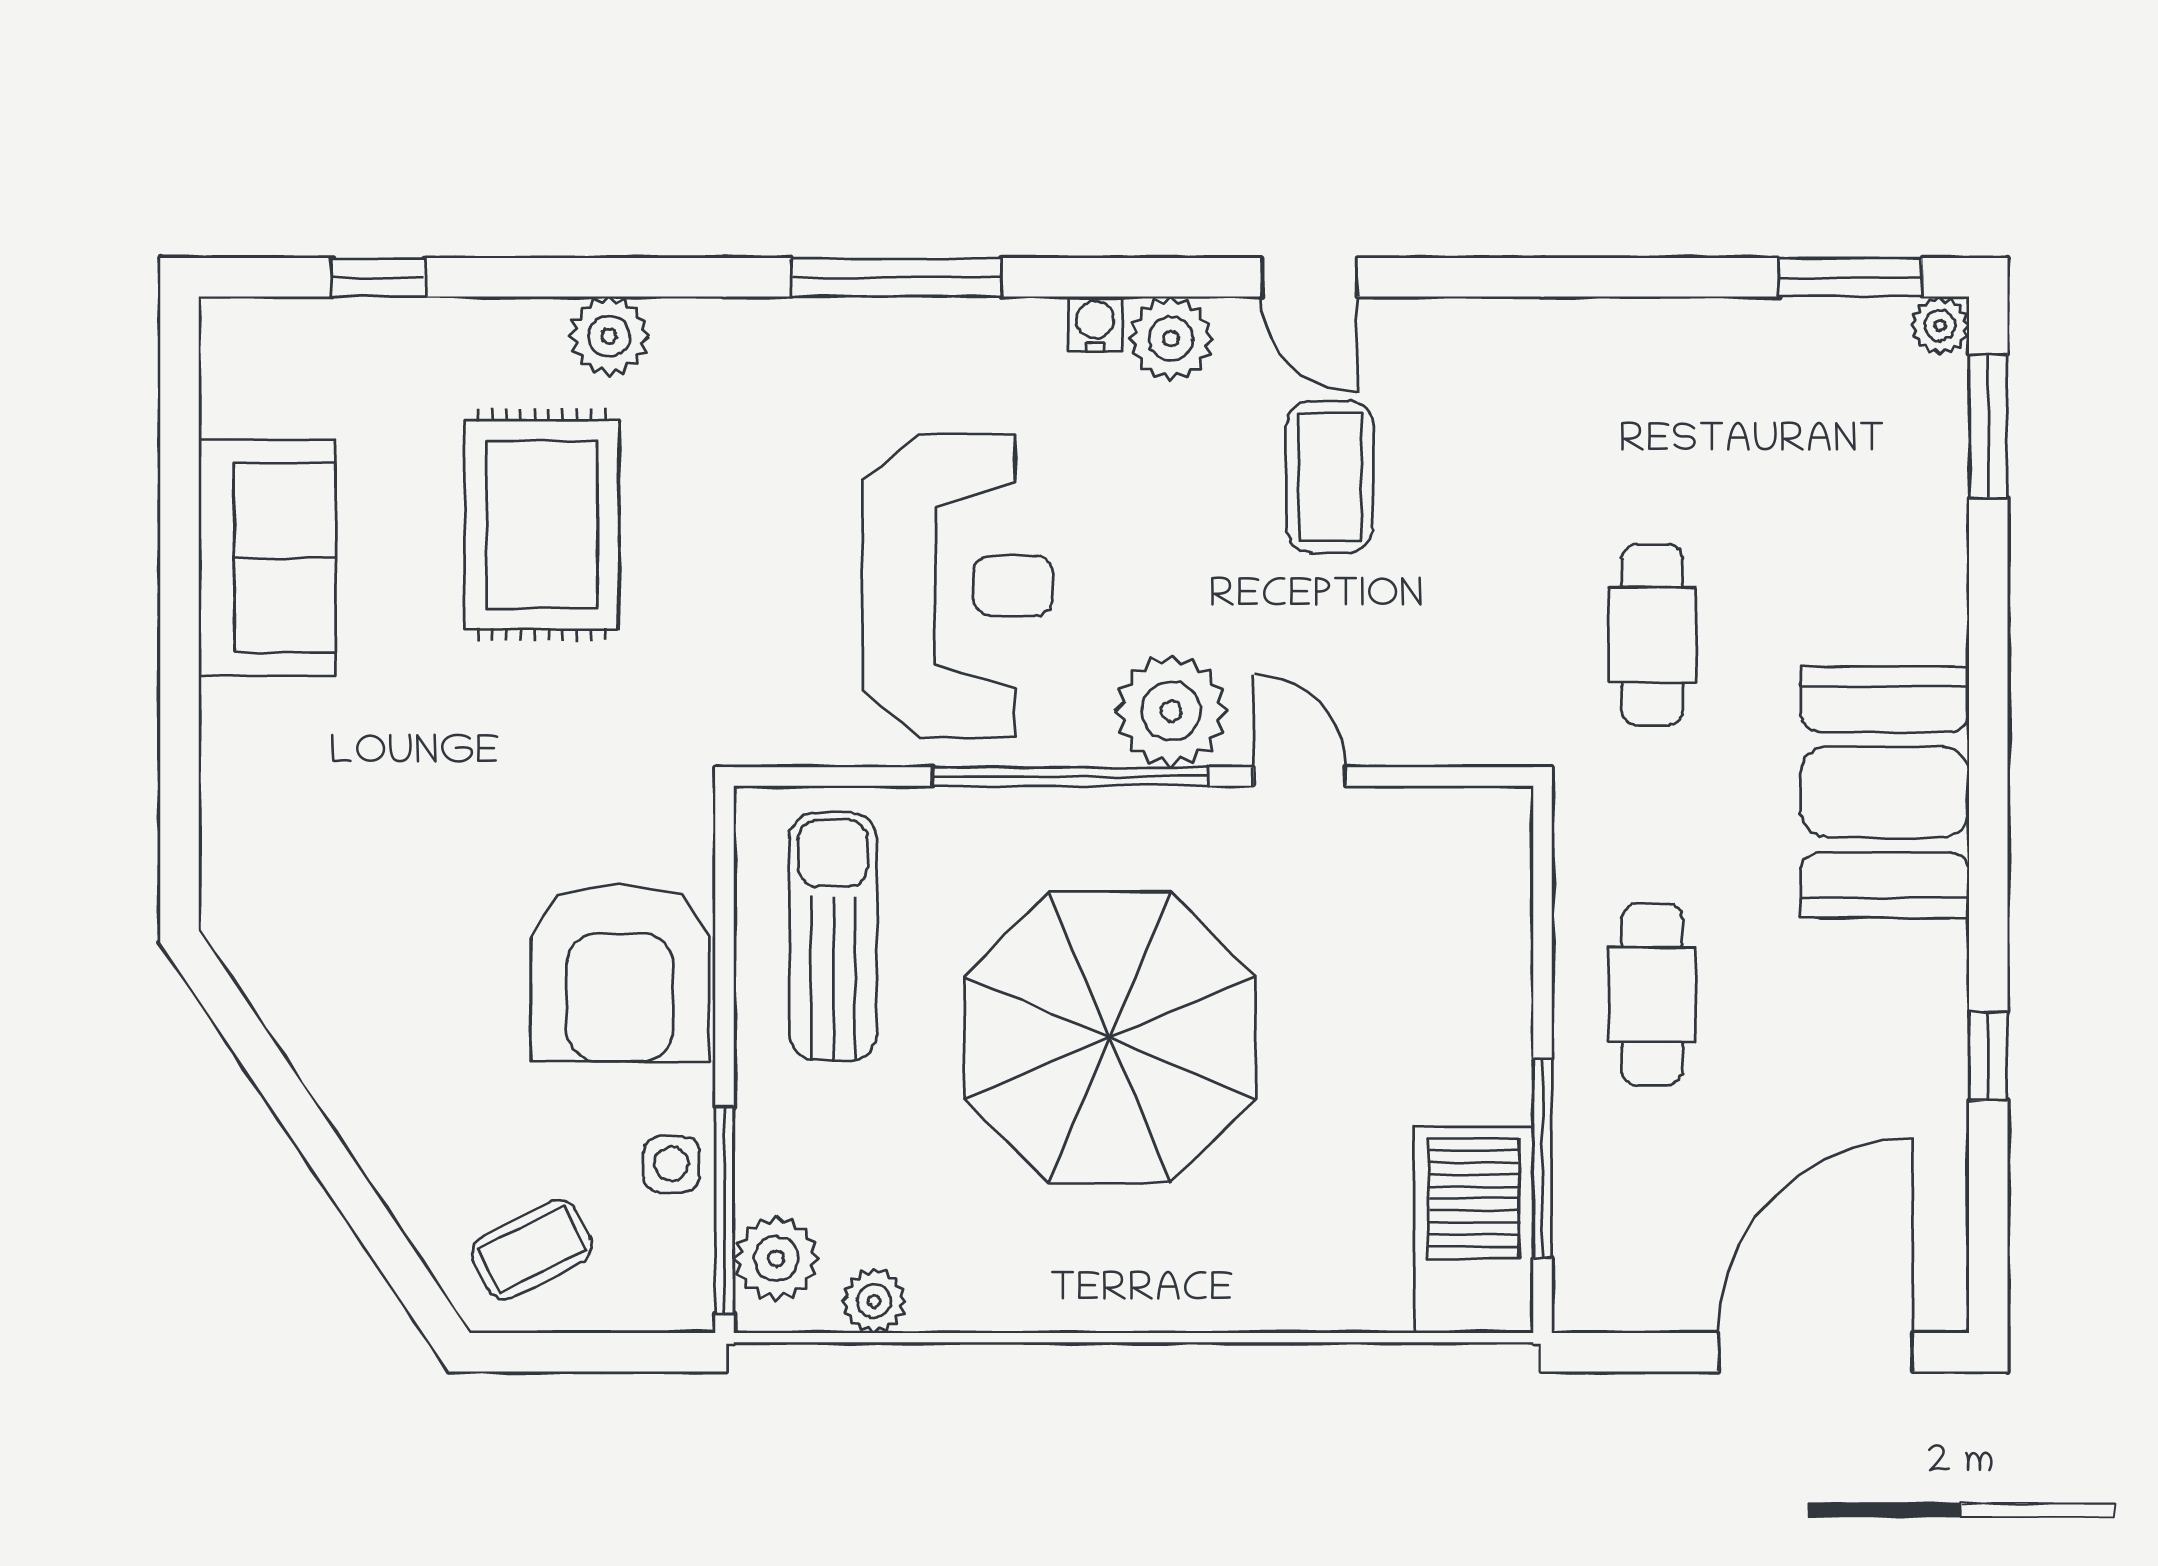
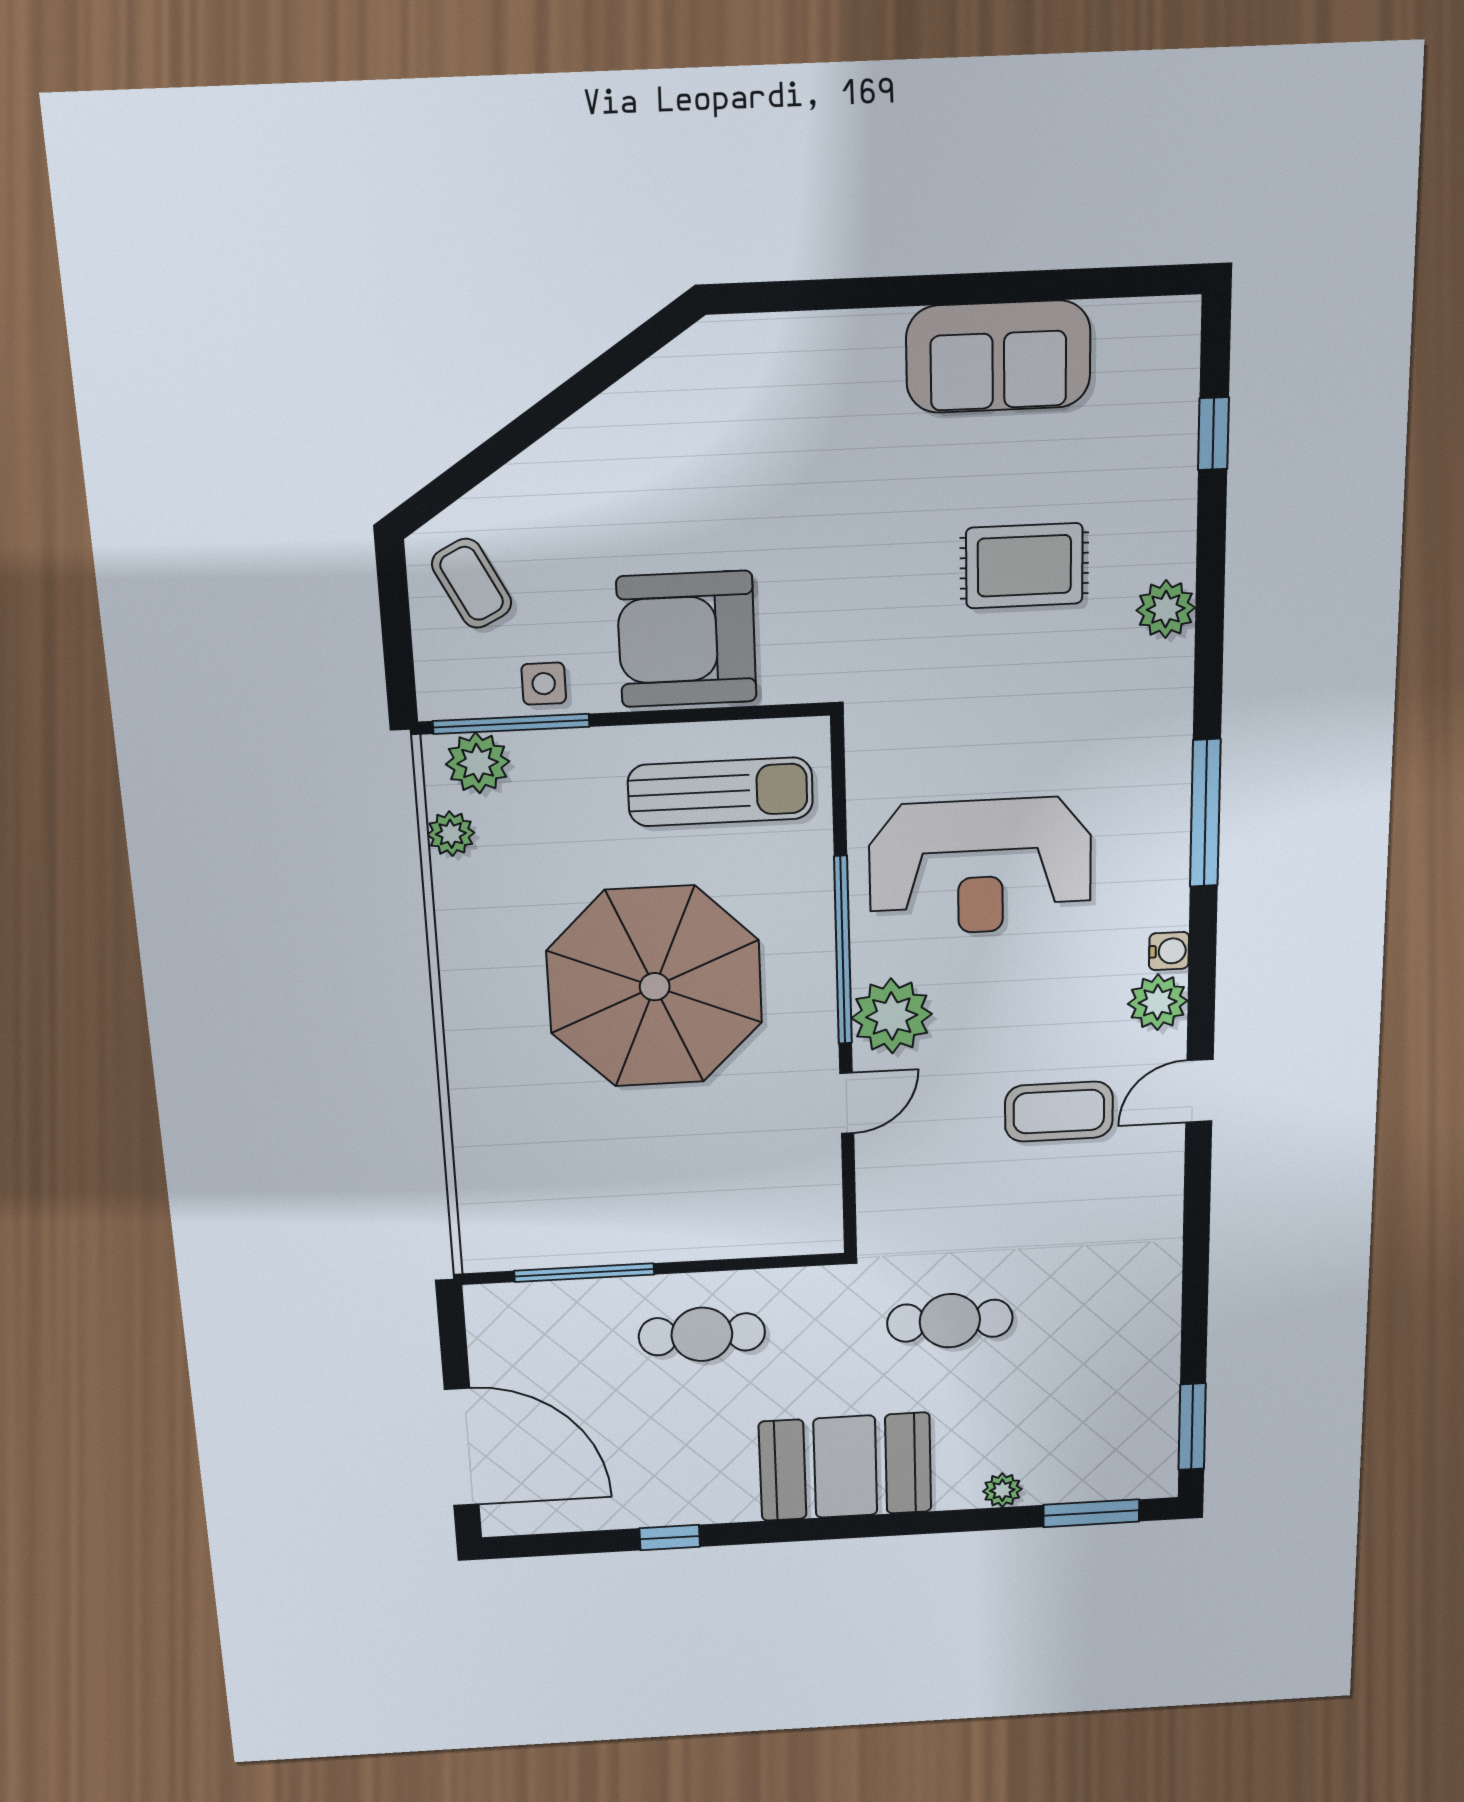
plant: (1940, 326) -> (1002, 1490), moved
rug: (542, 525) -> (1024, 566), width x0.73, depth x0.70
barbecue: (1474, 1230) -> (531, 1232), removed

